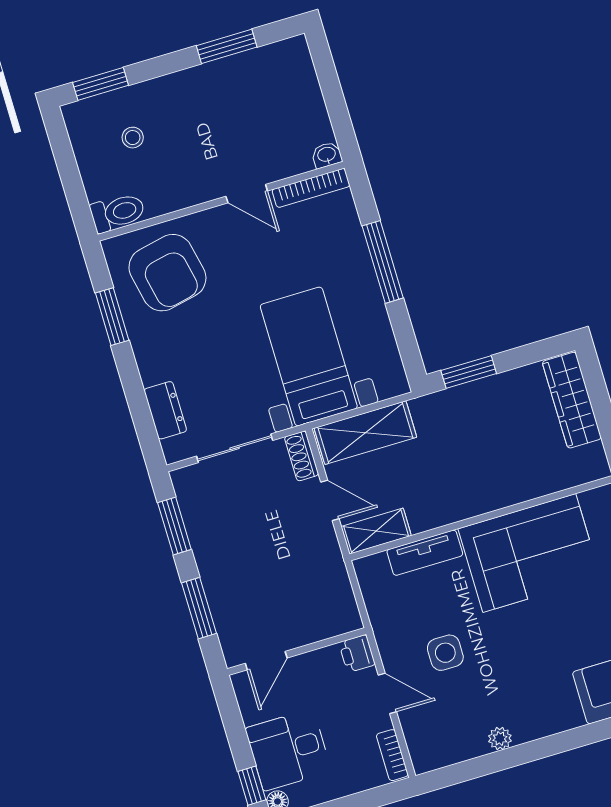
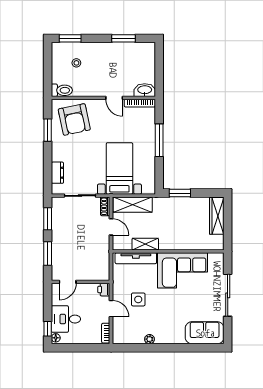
washbasin: (327, 155) -> (145, 90), width x1.91, depth x1.45
shelving: (376, 531) -> (145, 244), moved
tv unit: (425, 553) -> (136, 258), width x1.41

